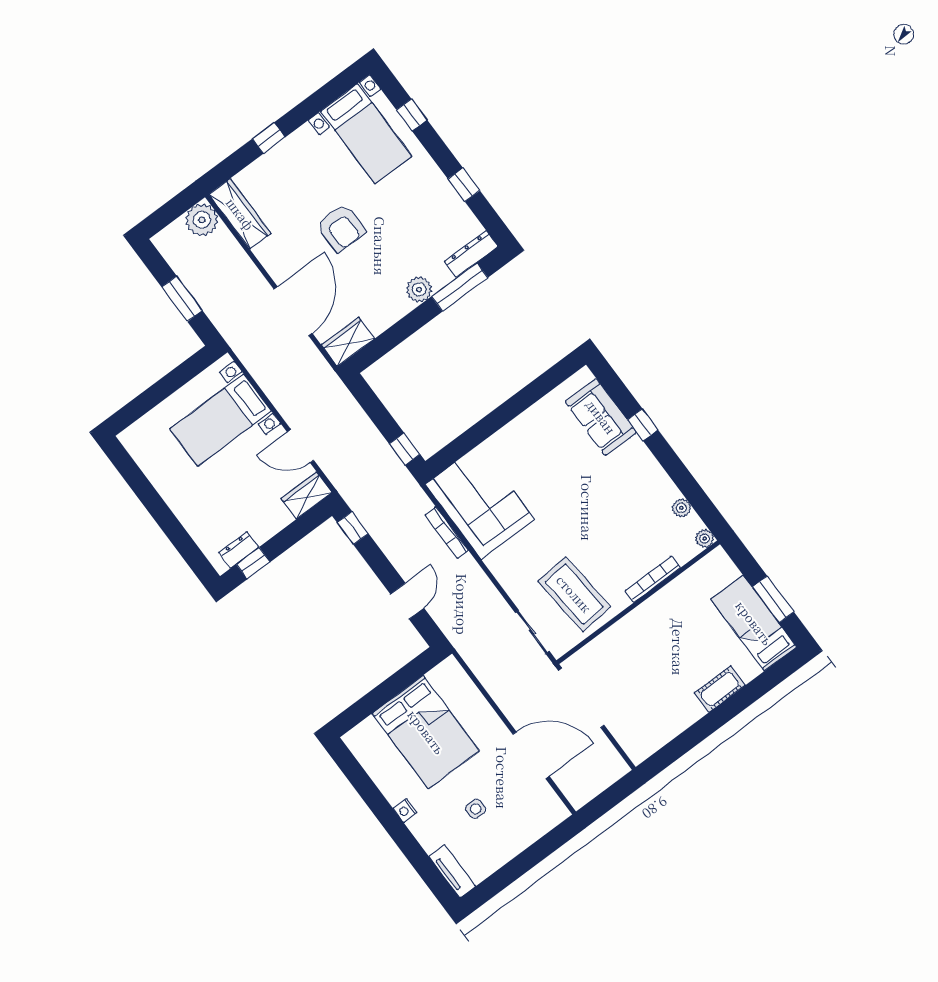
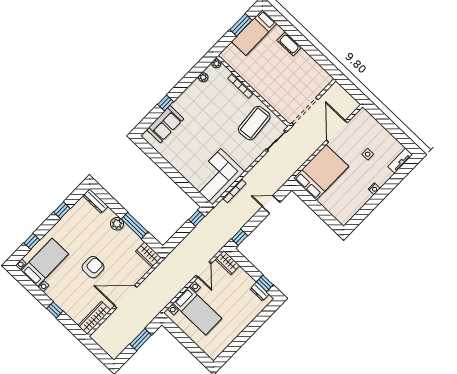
plant: (202, 220) -> (100, 336), removed
window: (460, 287) -> (135, 225), moved
door: (293, 311) -> (126, 297), moved
bed: (426, 732) -> (321, 172), moved

